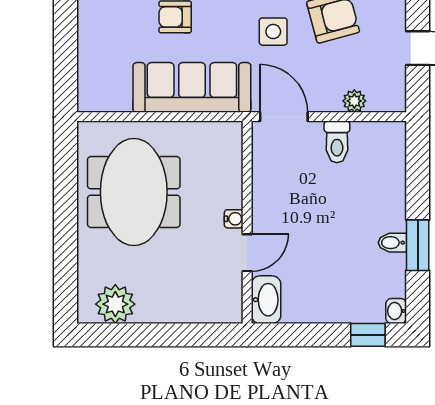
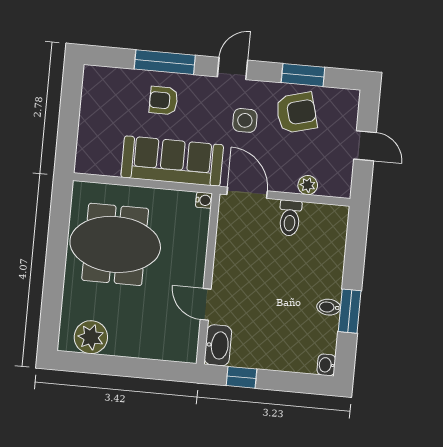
meeting table: (134, 192) -> (115, 244), turned 90
water cooler: (234, 219) -> (204, 200), moved
door: (247, 253) -> (206, 304), swing flipped
window: (368, 335) -> (241, 377), moved

